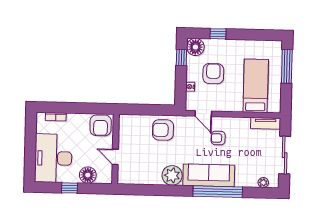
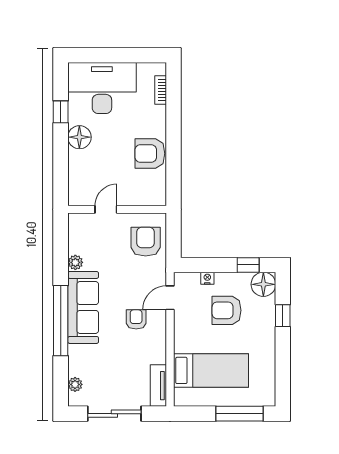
armchair: (213, 74) -> (227, 310), turned 180
wall: (116, 149) -> (117, 209), moved
door: (115, 157) -> (106, 209), moved
plant: (172, 175) -> (75, 262), width x0.53, depth x0.53

